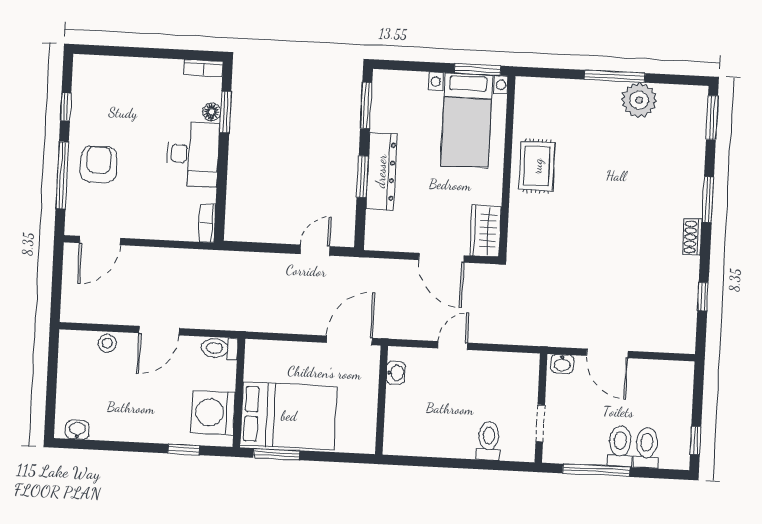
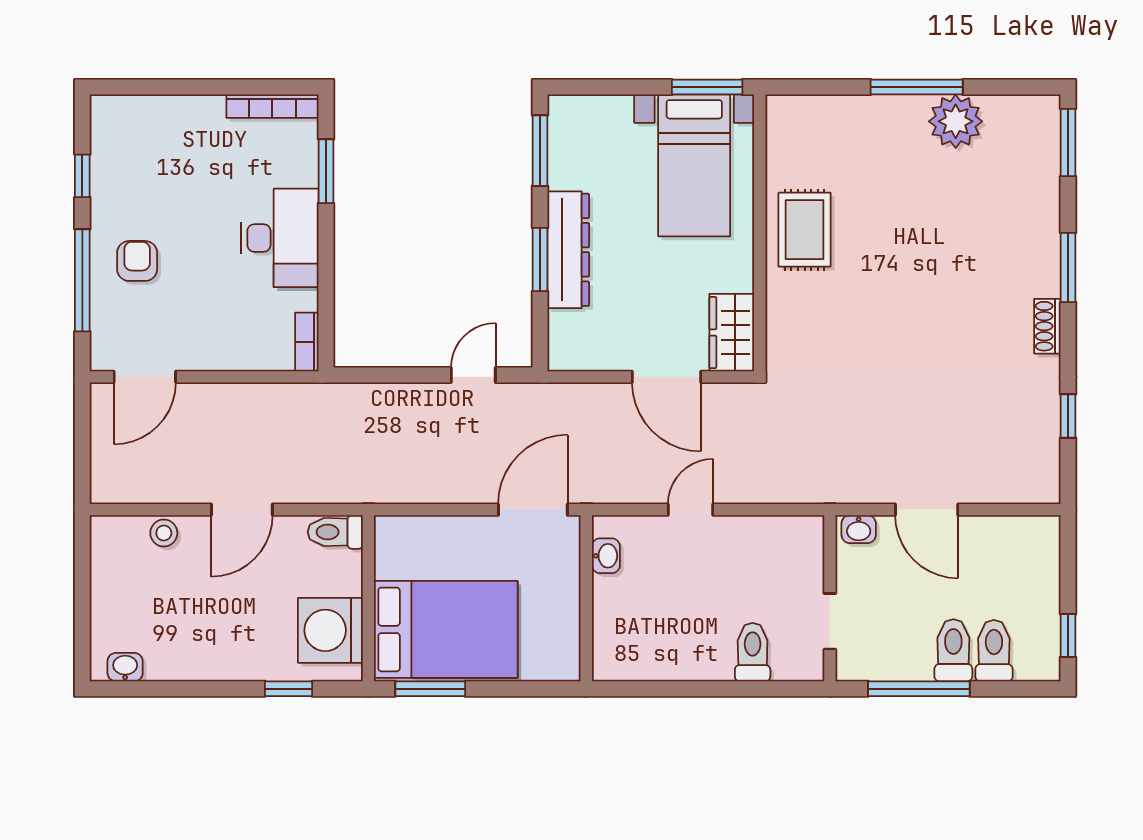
bookcase: (203, 68) -> (272, 106), width x1.56
floor lamp: (212, 112) -> (305, 172), removed
armchair: (99, 164) -> (137, 261), width x0.72, depth x0.72

